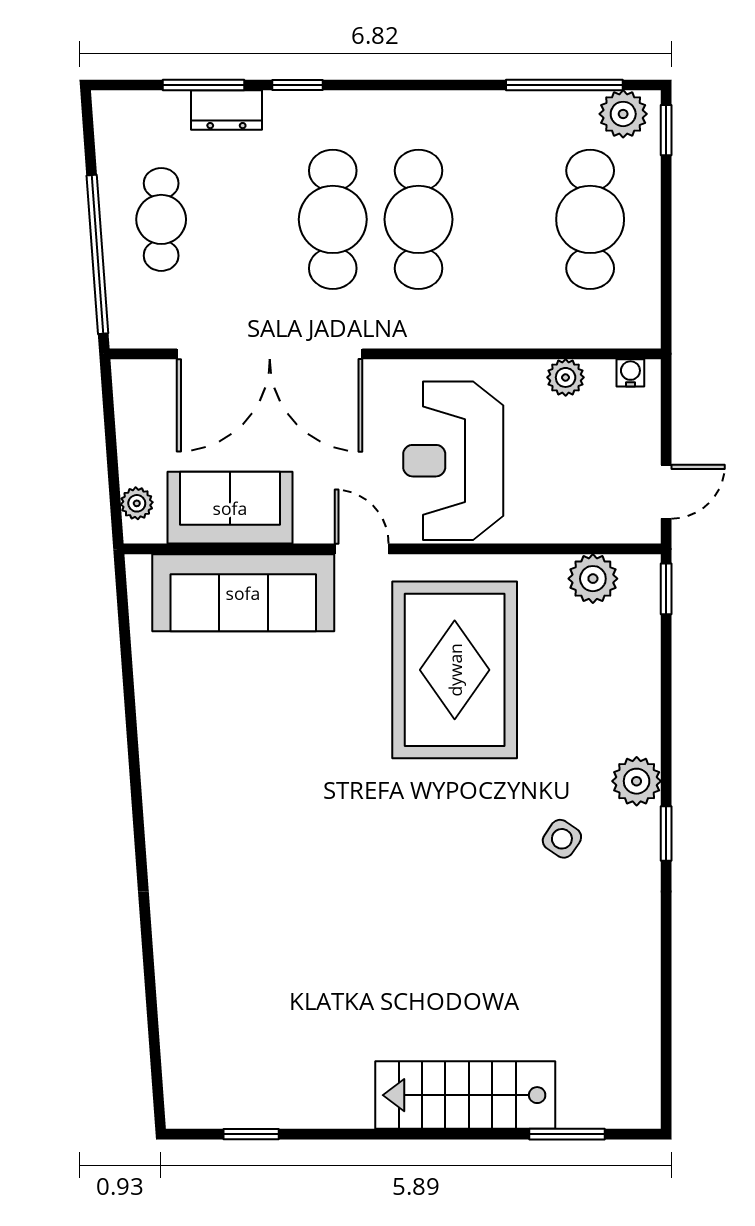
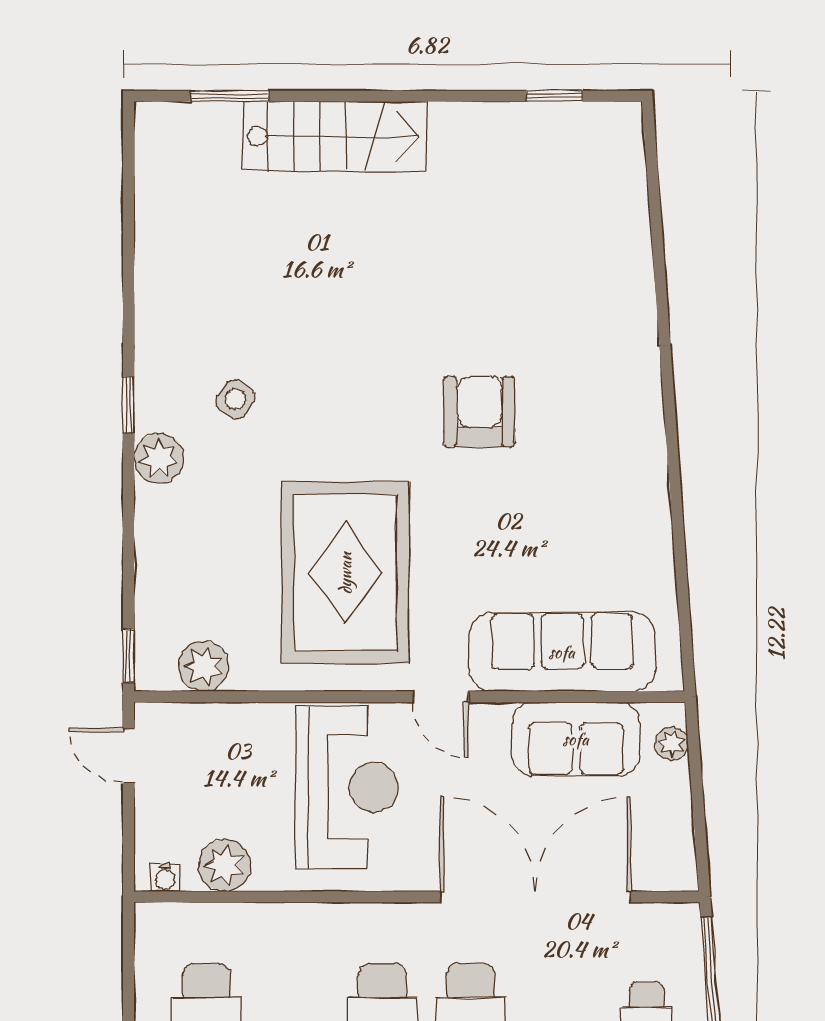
plant: (566, 377) -> (225, 865), width x1.38, depth x1.38
door: (666, 492) -> (128, 755), hinge flipped
armchair: (324, 827) -> (479, 412), added

